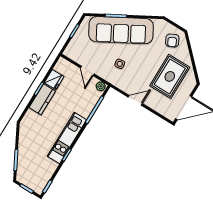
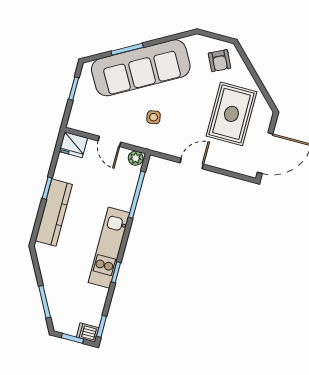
fridge: (54, 80) -> (73, 145), moved, turned 90
kitchen counter: (42, 99) -> (54, 213), width x1.50
dishwasher: (37, 188) -> (88, 332), added

